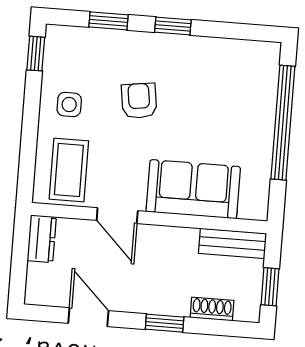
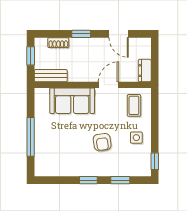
window: (283, 123) -> (31, 137), width x0.68
coffee table: (69, 170) -> (134, 105), width x0.73, depth x0.77
door: (117, 216) -> (108, 85), hinge flipped

